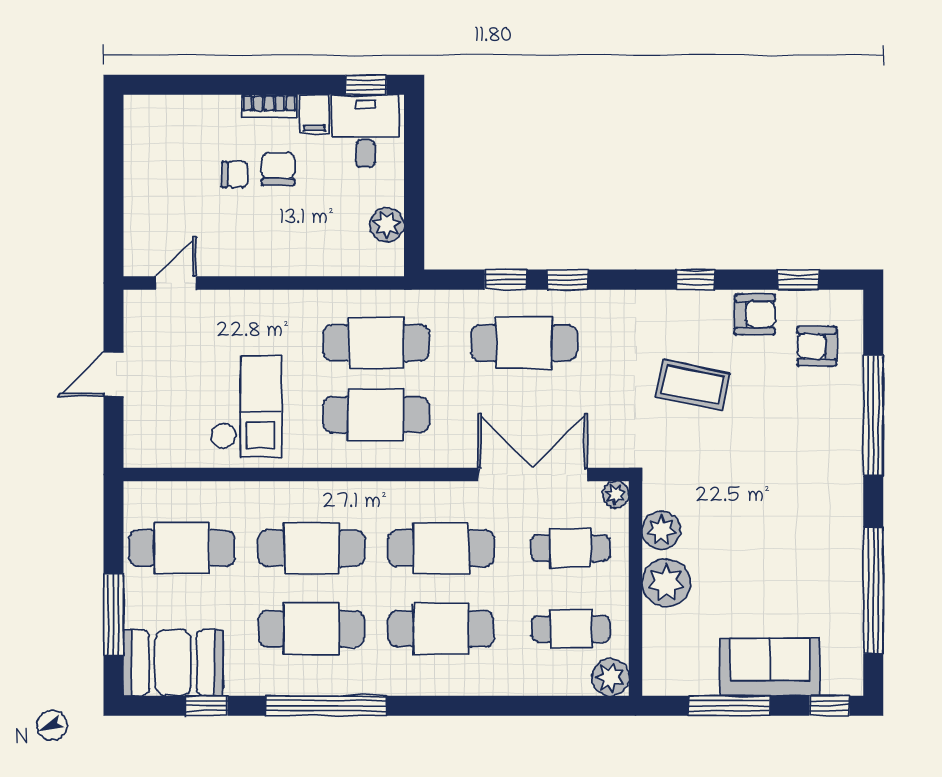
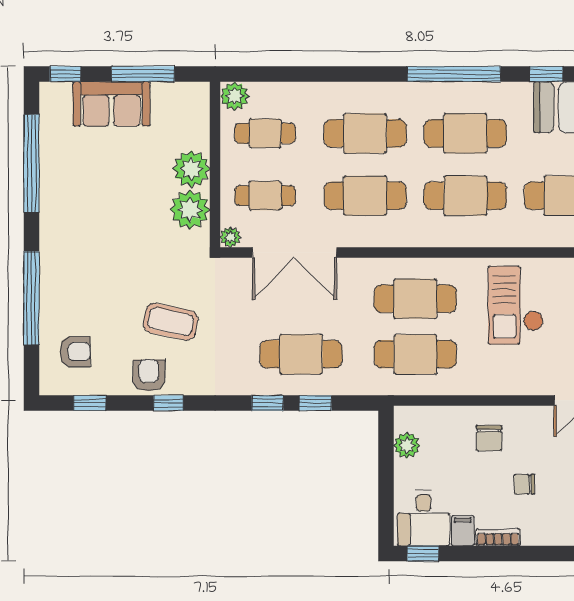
chair: (278, 169) -> (489, 438), moved
armchair: (755, 314) -> (149, 375), moved, turned 90
plant: (661, 530) -> (190, 210), width x1.36, depth x1.36

